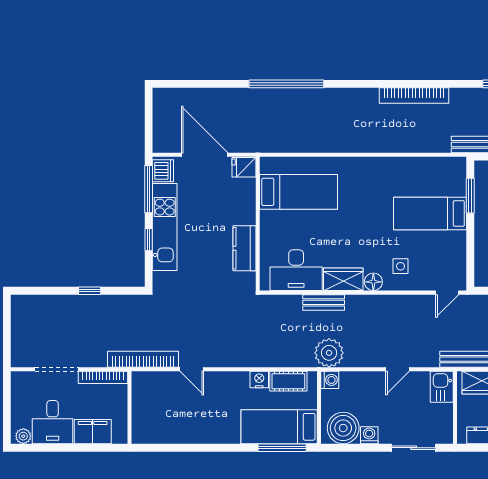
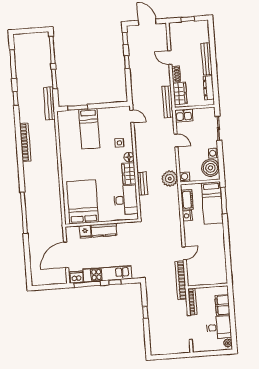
fridge: (244, 167) -> (85, 232), moved
bed: (299, 192) -> (83, 202), width x1.50
kitchen counter: (244, 248) -> (104, 230), moved

